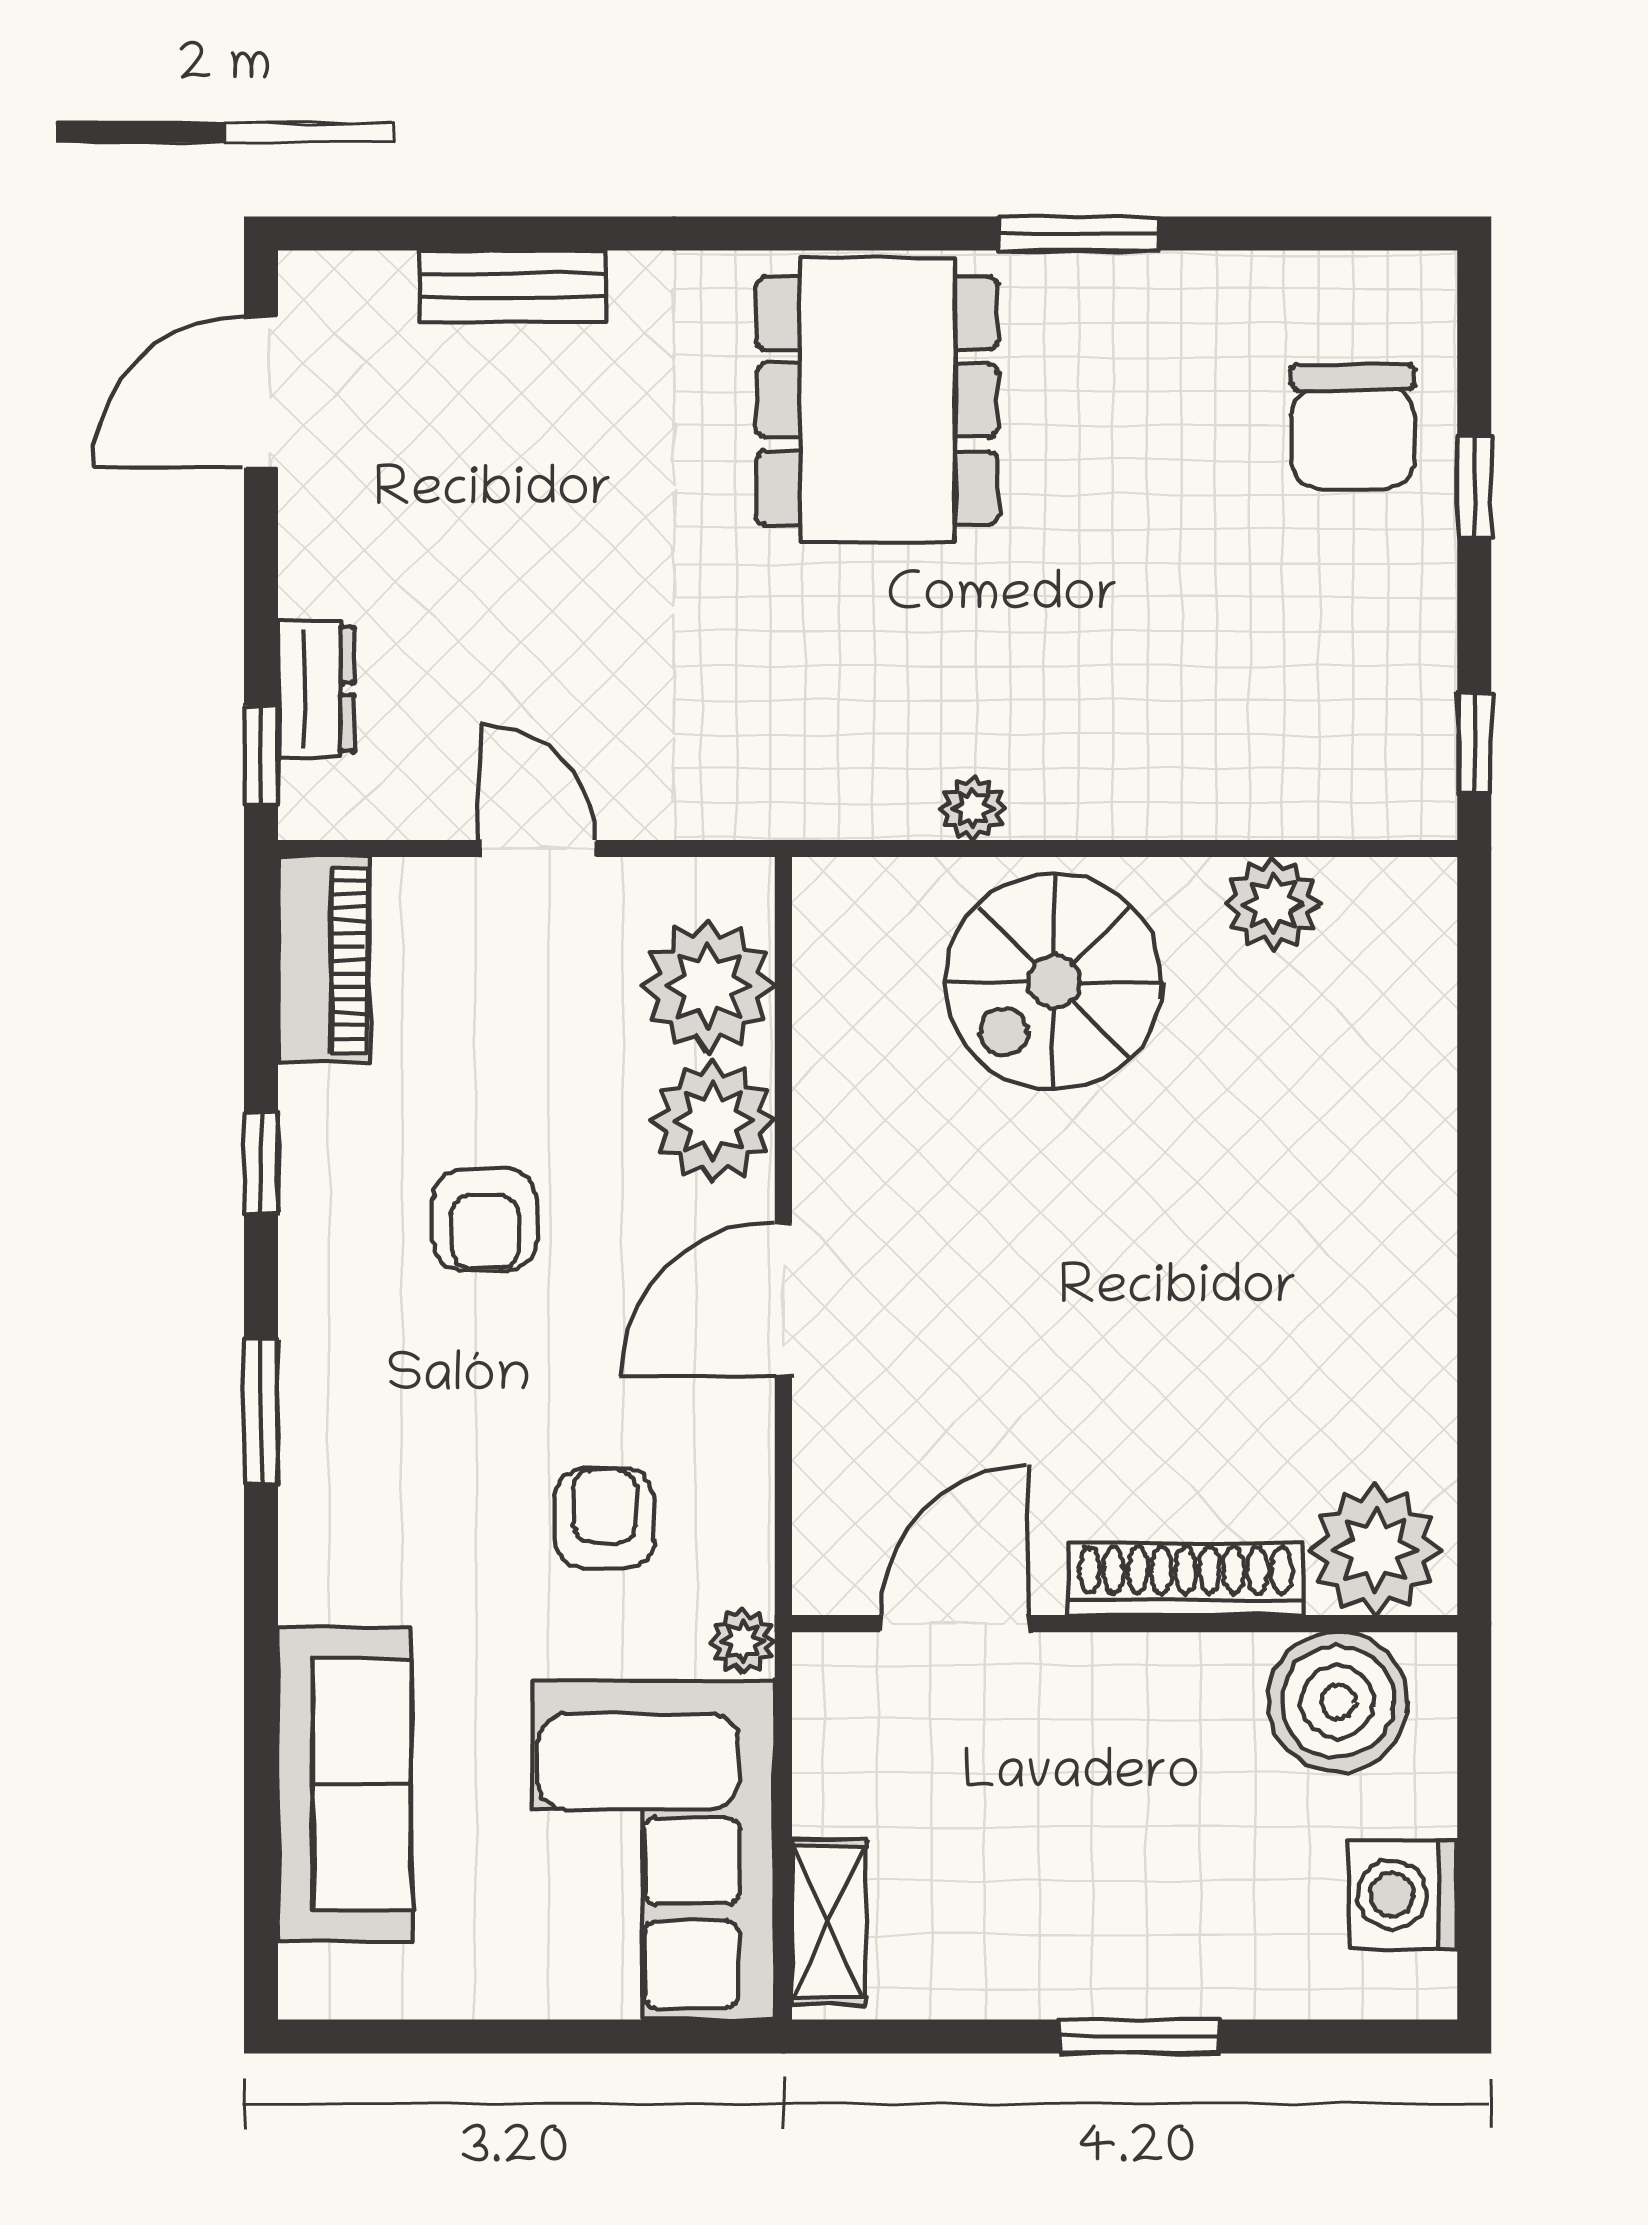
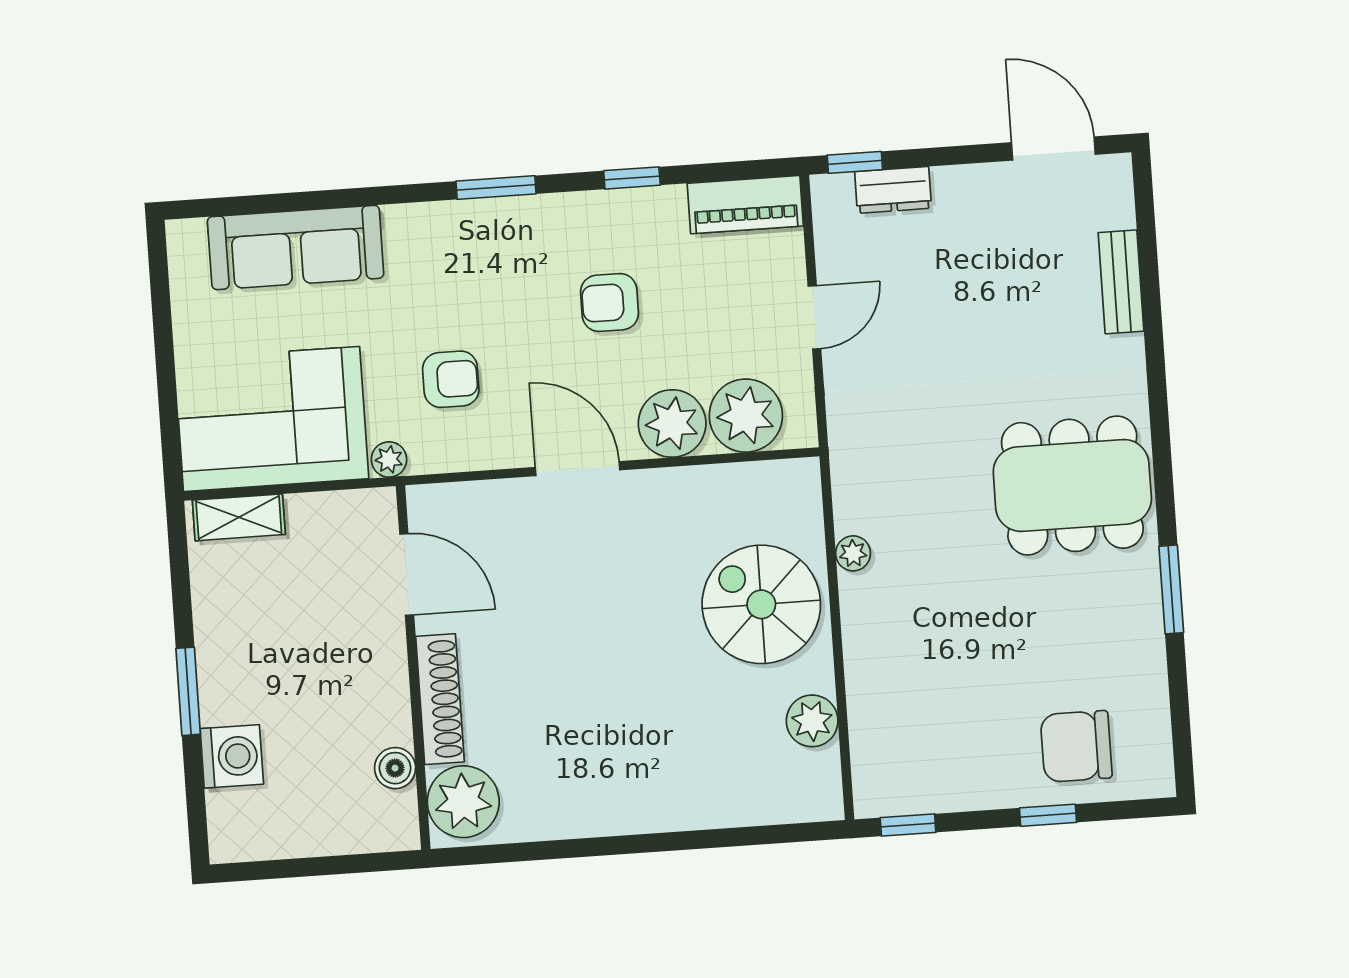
boiler: (1338, 1702) -> (395, 768), width x0.54, depth x0.54
washing machine: (1403, 1895) -> (232, 756), moved, turned 90

